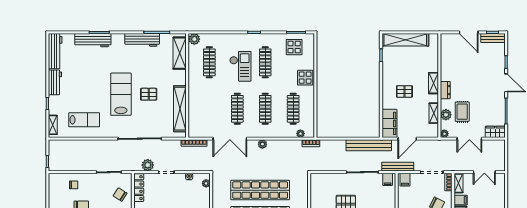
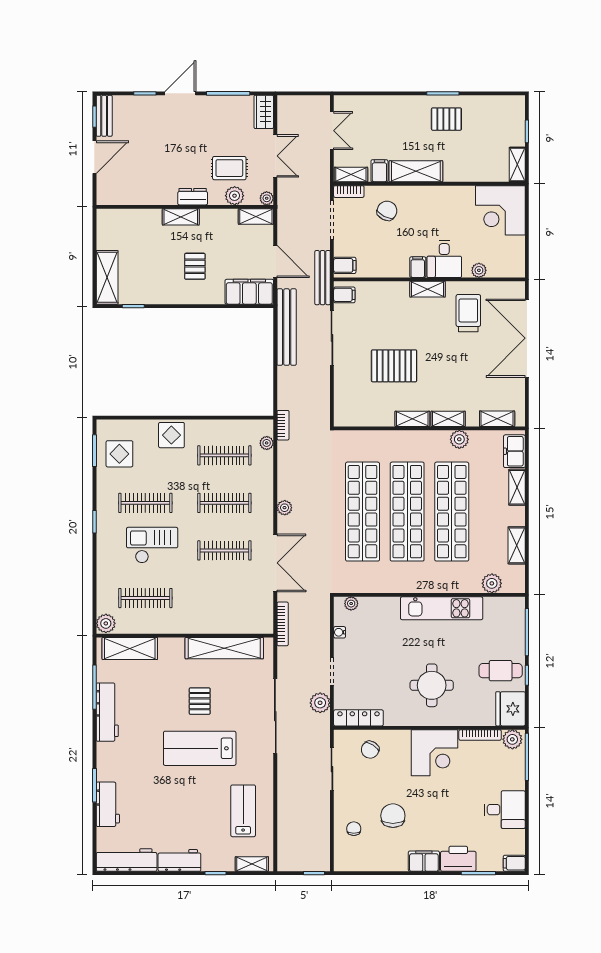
workbench: (93, 40) -> (108, 804), width x0.73
shelving: (405, 40) -> (107, 277), width x0.68
shelving: (434, 113) -> (256, 216), moved

